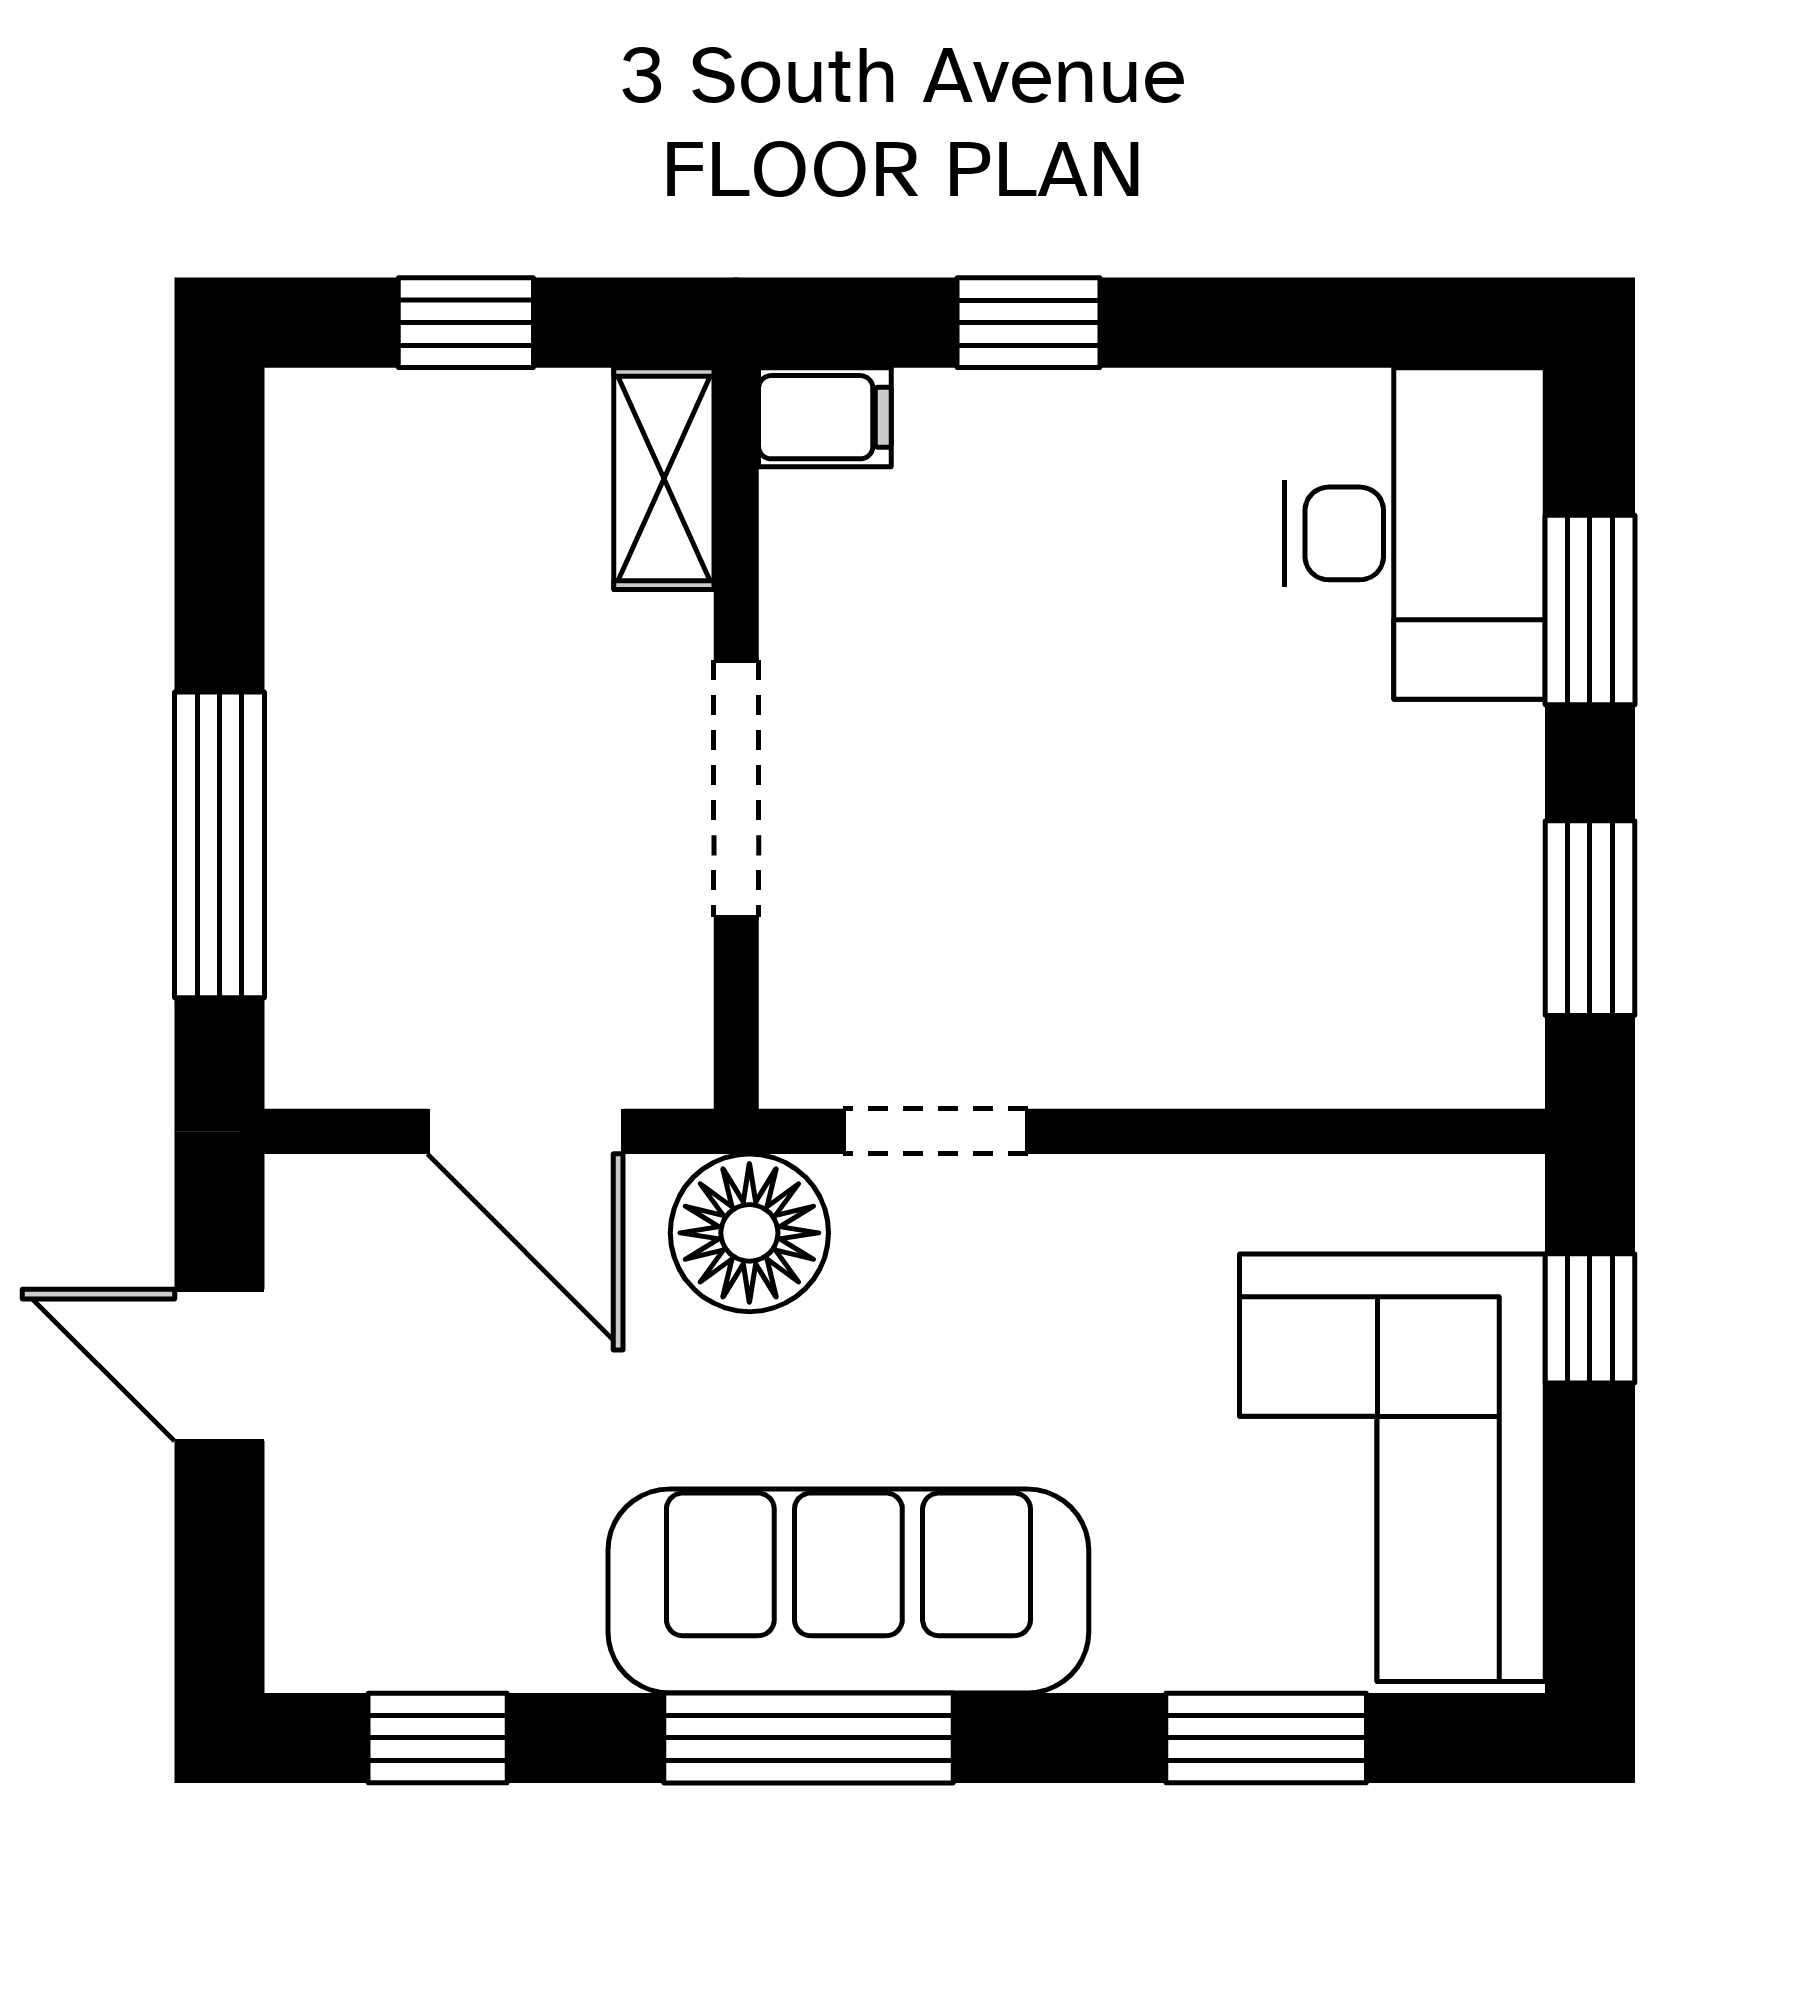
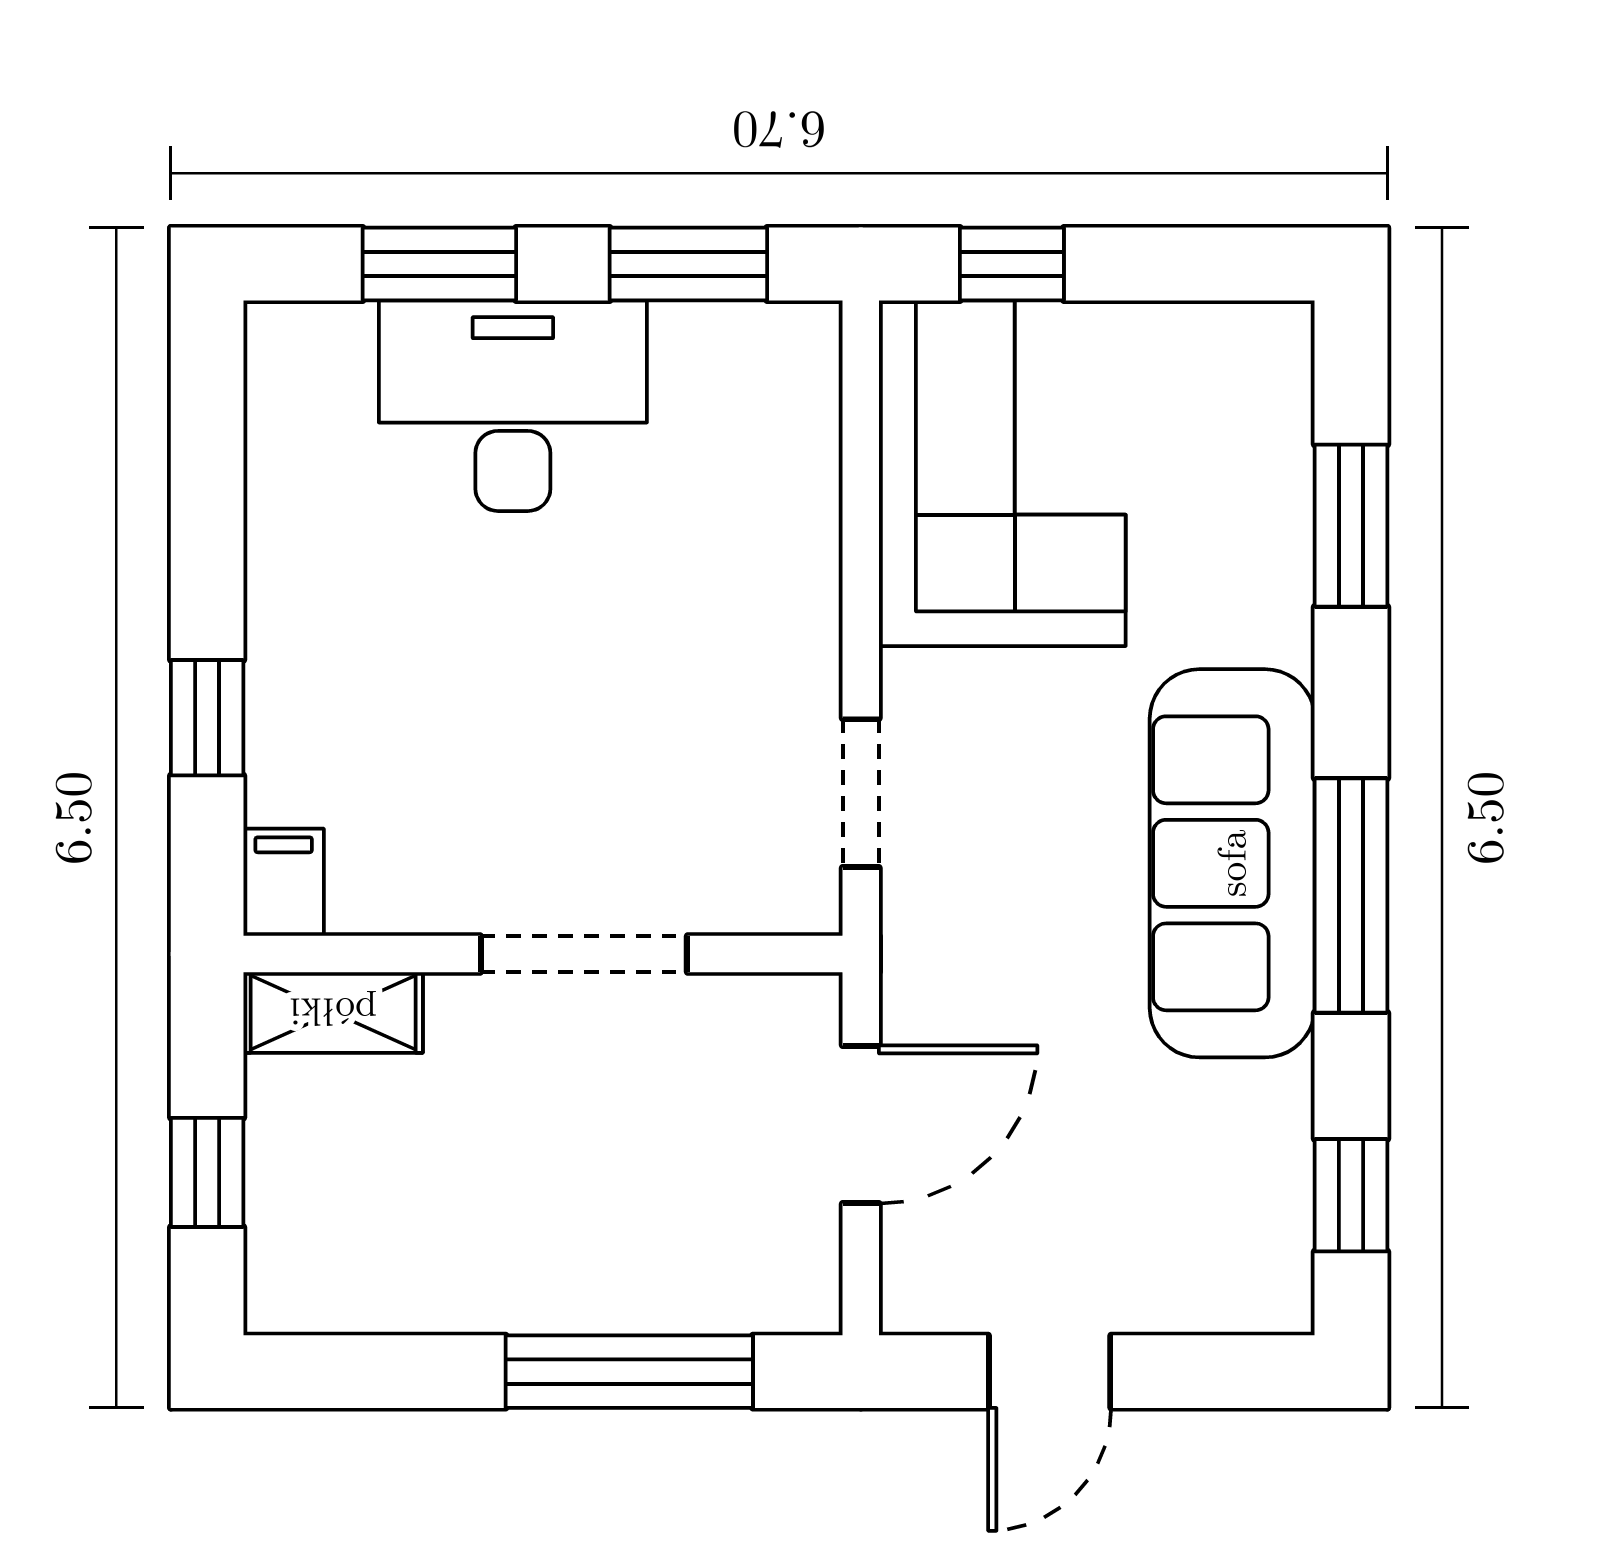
desk: (1415, 533) -> (513, 406), moved
floor lamp: (749, 1233) -> (943, 943), removed
corner sofa: (1392, 1468) -> (1002, 473), moved, turned -90

